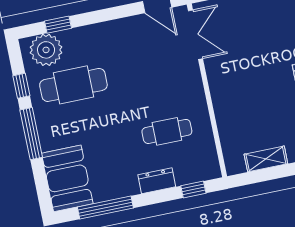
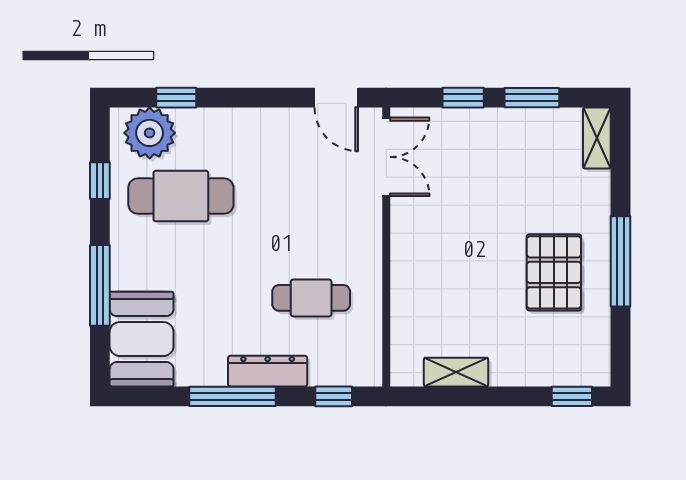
window: (31, 134) -> (100, 285), moved
dresser: (157, 181) -> (268, 371), width x1.44
window: (105, 208) -> (233, 396), moved

